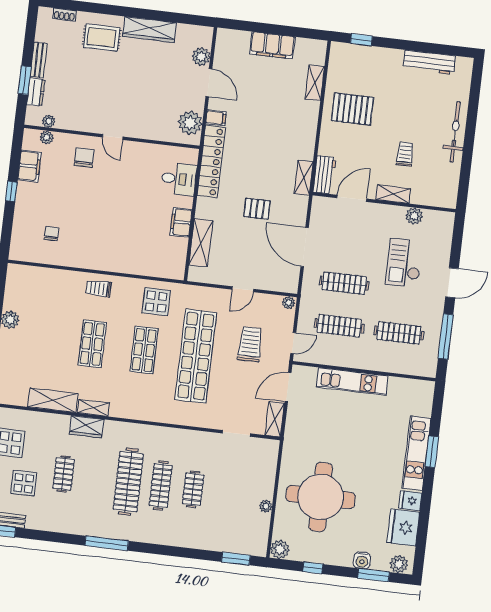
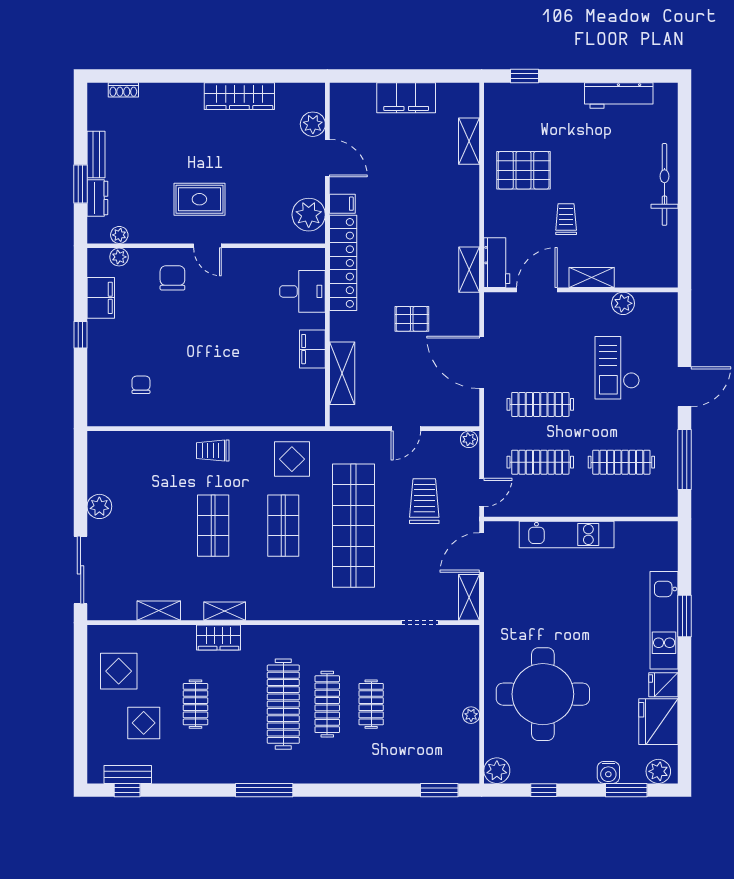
rug: (102, 37) -> (199, 199), moved
trolley: (405, 154) -> (566, 219), moved
shelving: (53, 400) -> (159, 611), width x0.67, depth x0.75

